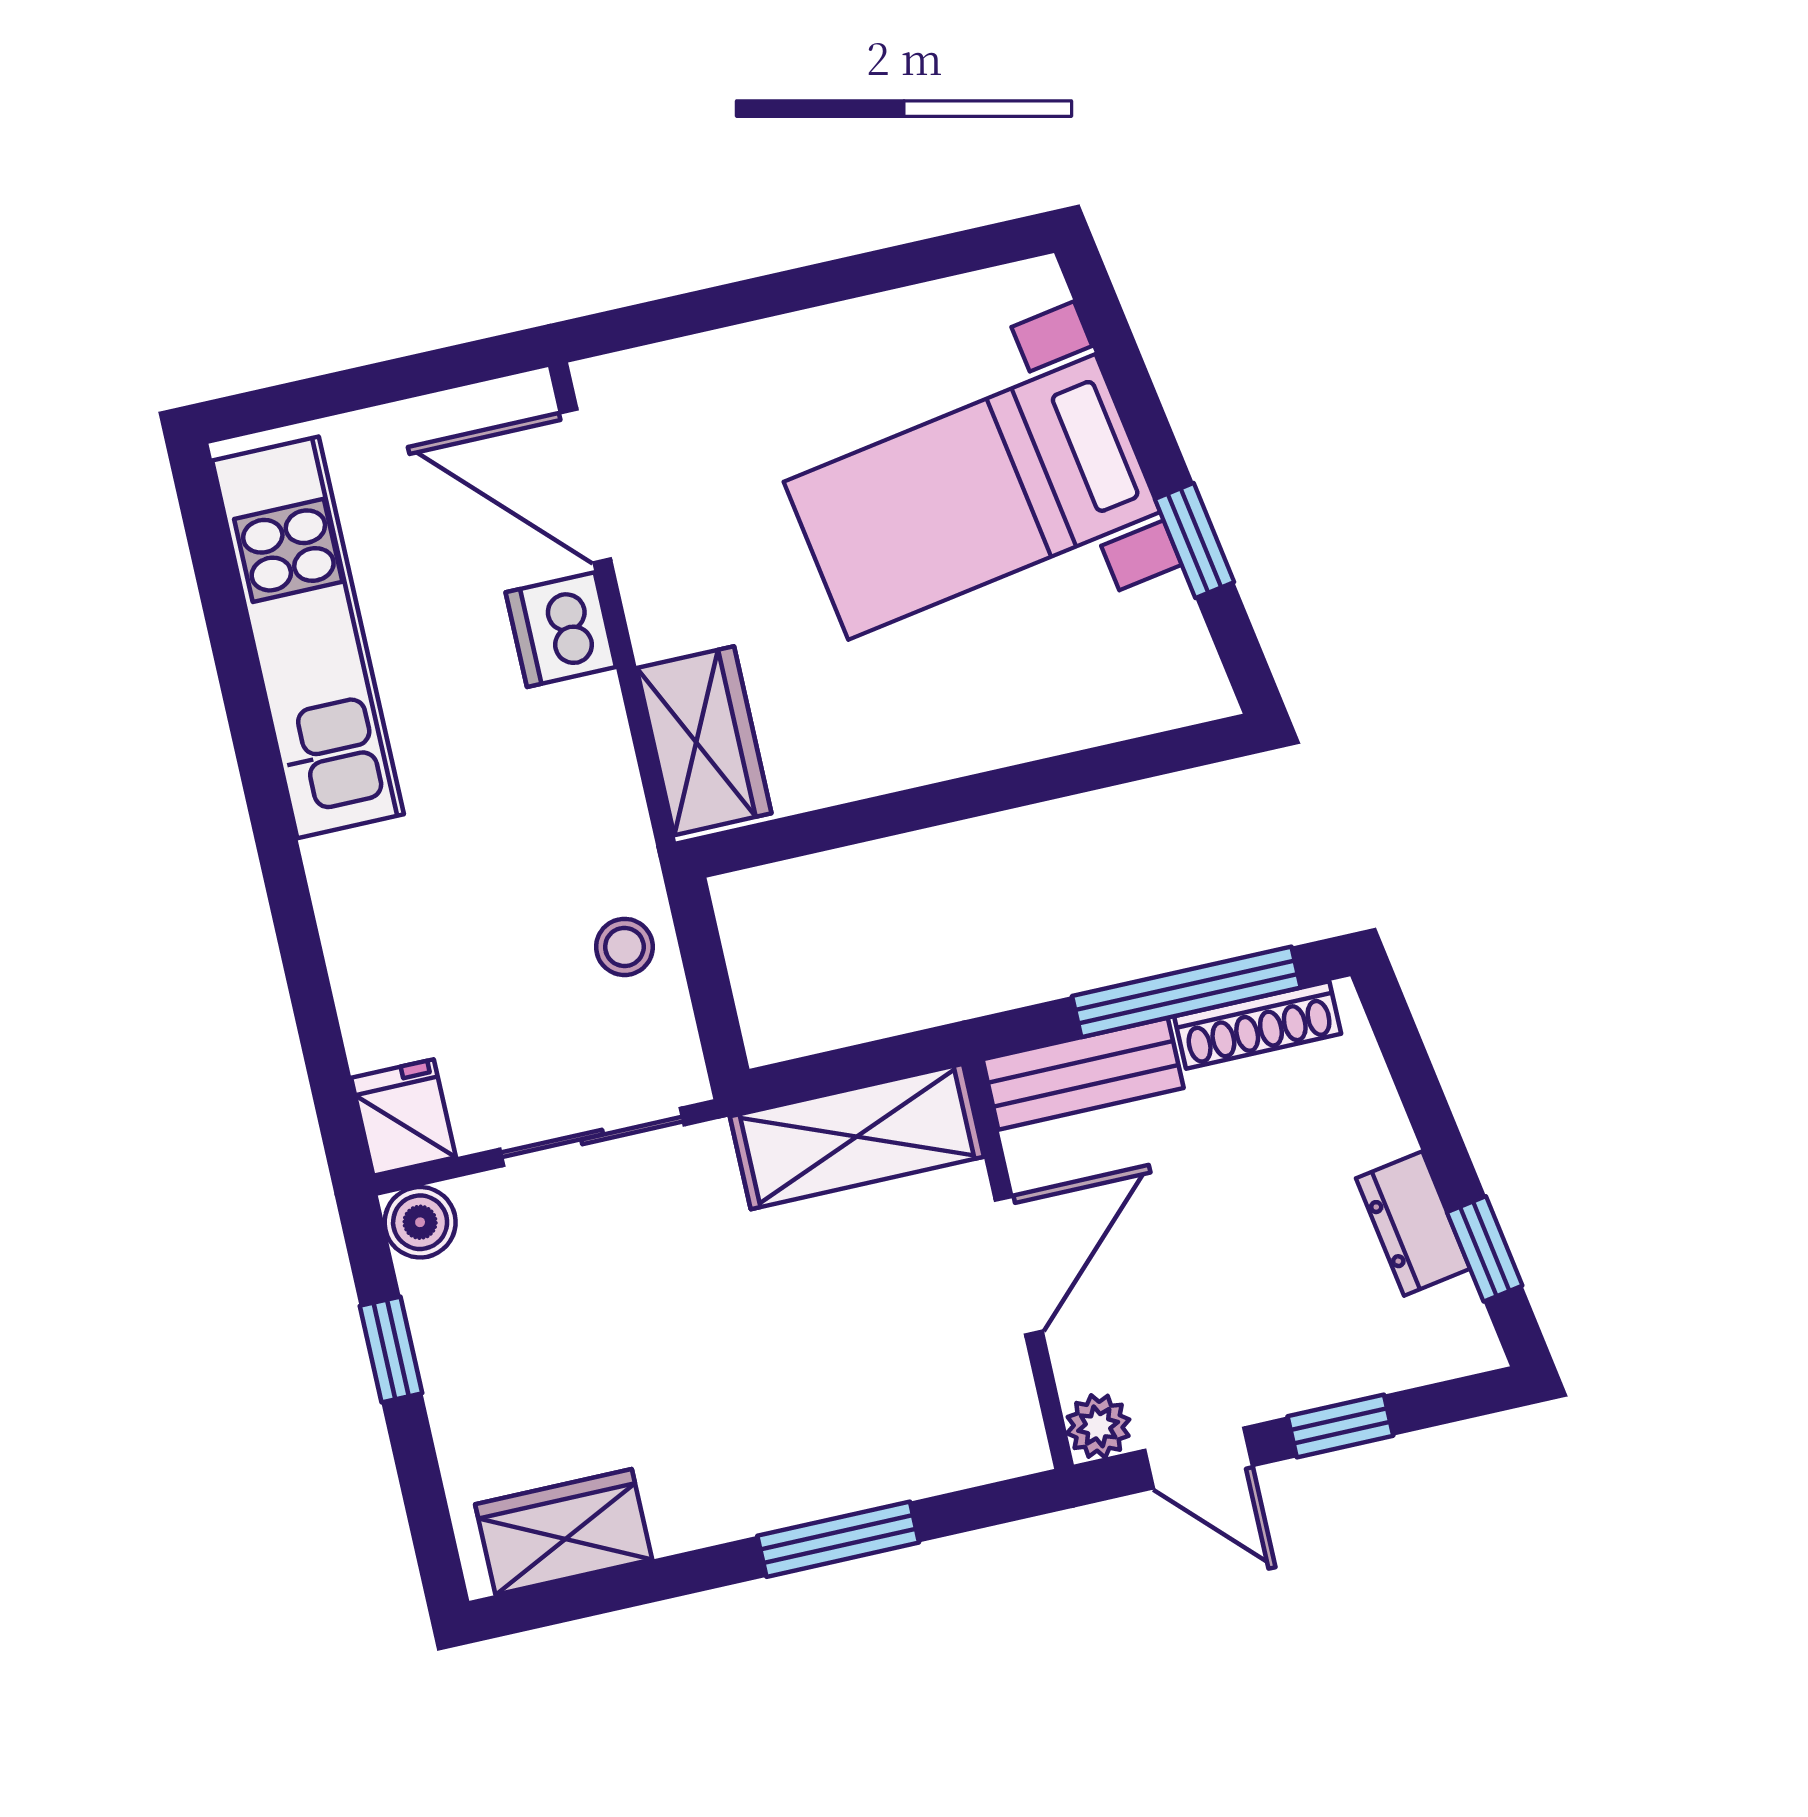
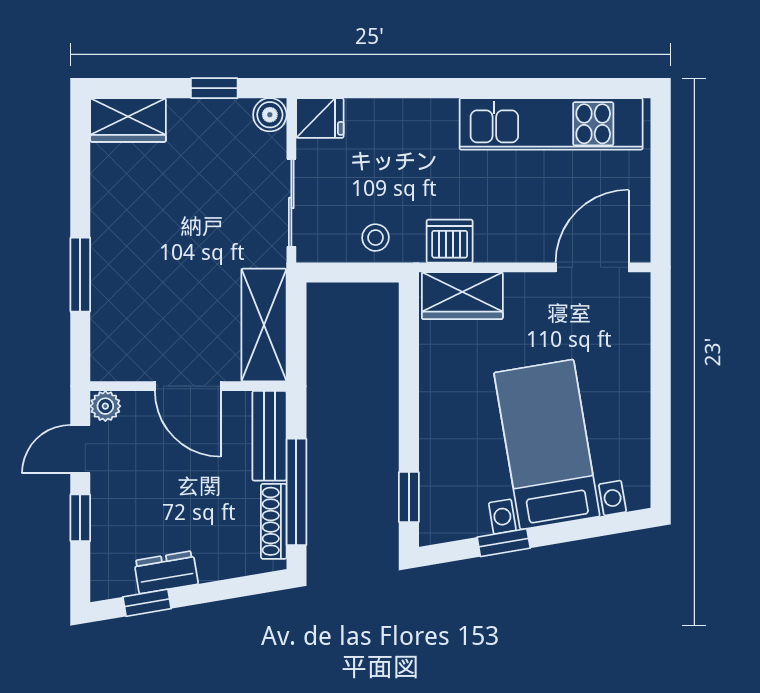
dishwasher: (561, 630) -> (450, 241), moved
window: (1145, 757) -> (409, 497), added
wardrobe: (564, 1532) -> (128, 120), moved, turned 90

